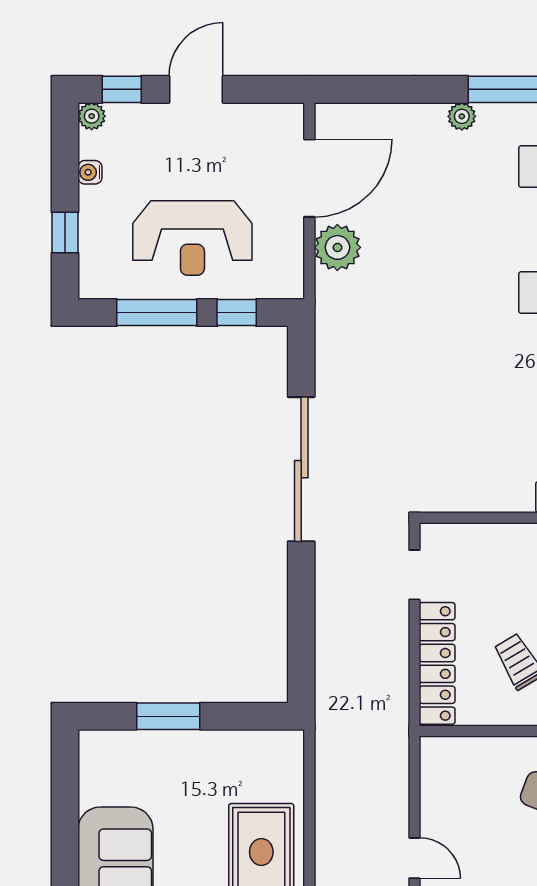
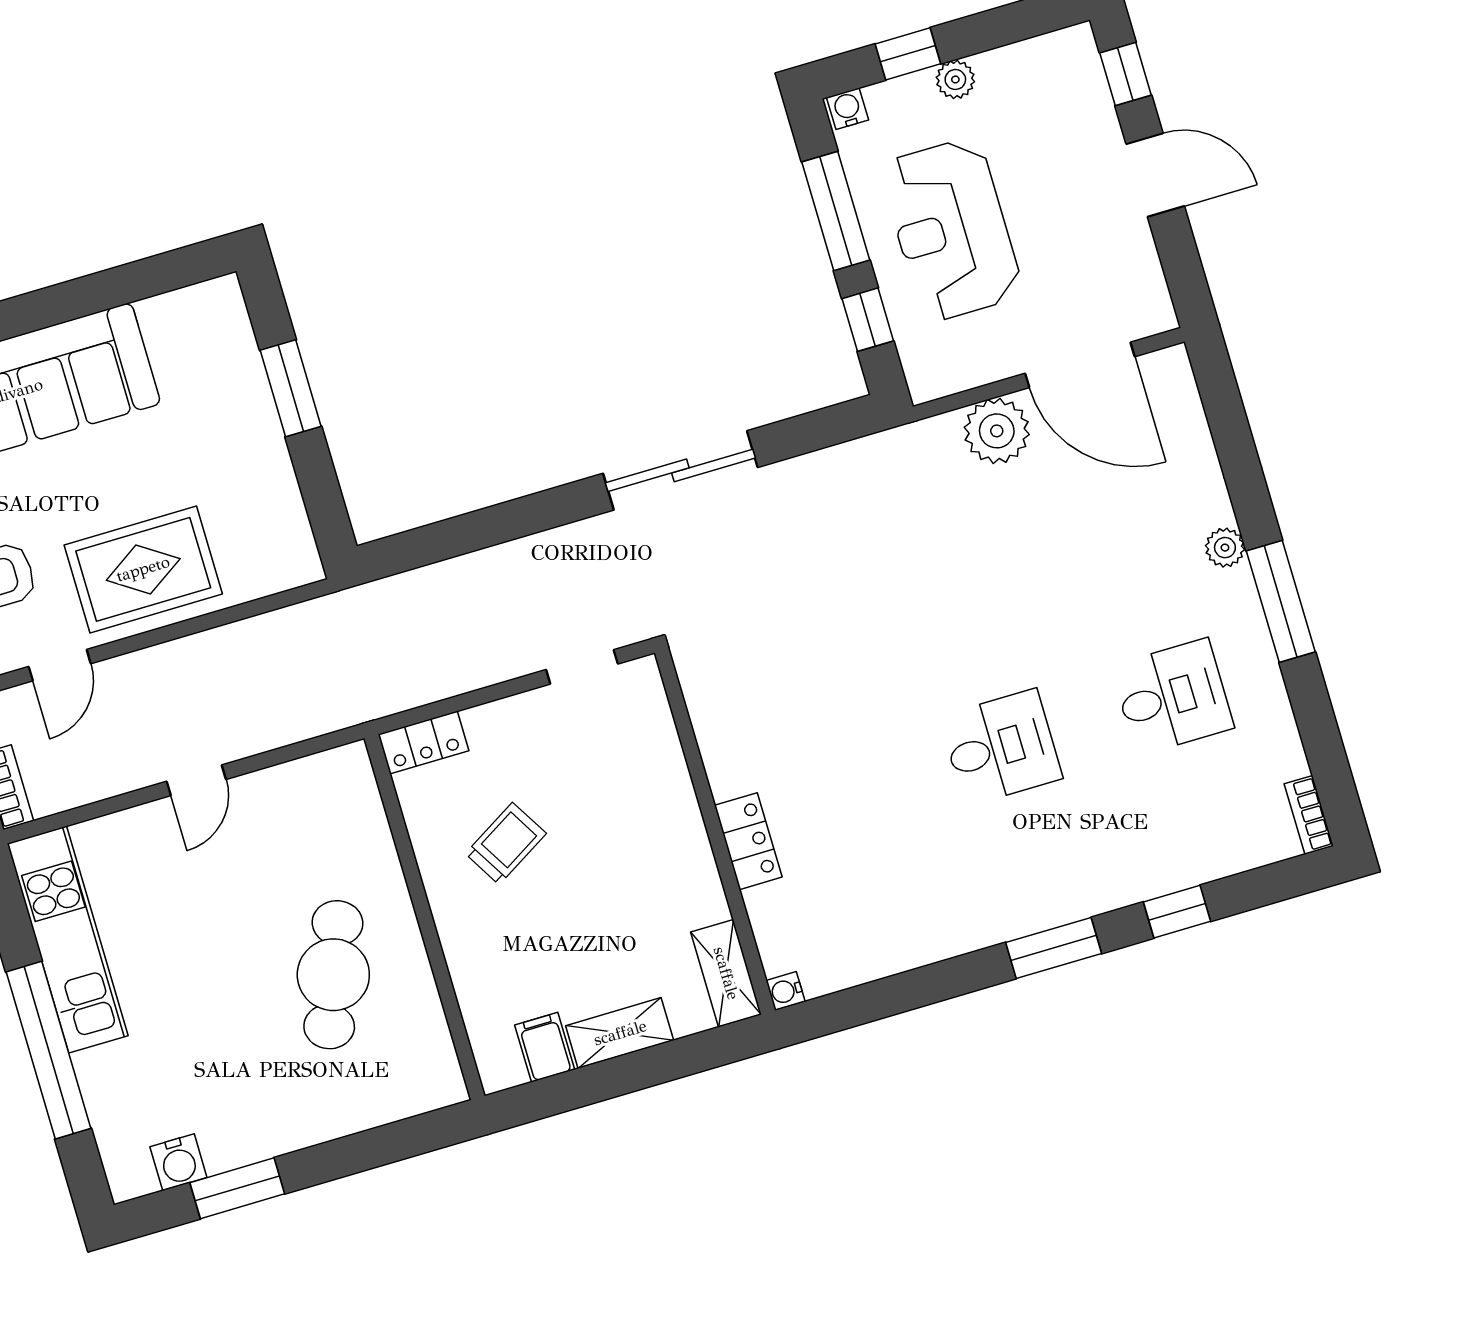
plant: (92, 116) -> (955, 79), moved
water cooler: (90, 172) -> (848, 109), moved
sliding door: (301, 469) -> (680, 470), width x0.73
locker: (437, 663) -> (423, 742), width x0.46, depth x0.83

